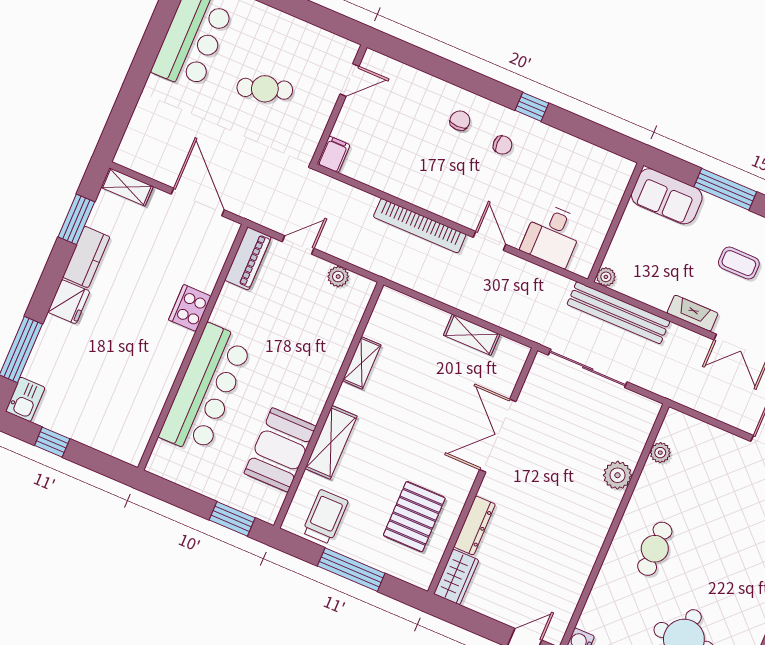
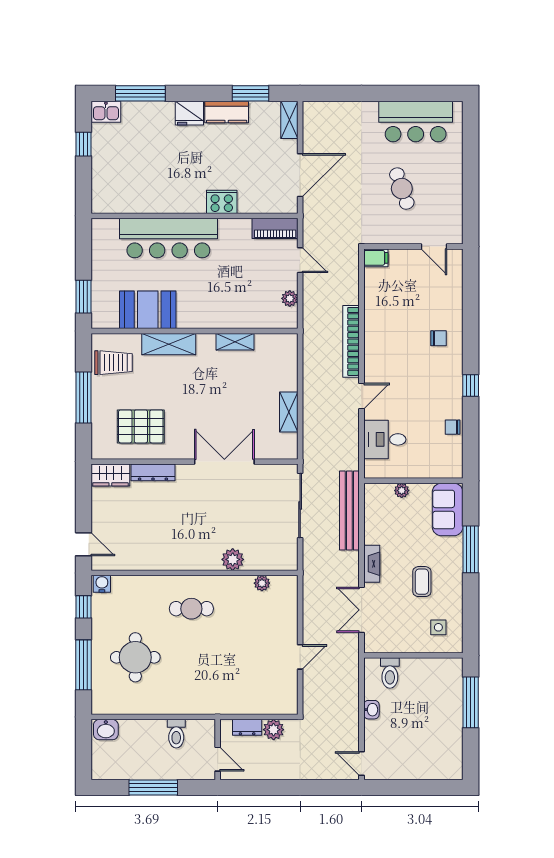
chair: (503, 145) -> (453, 427), moved, turned 90
plant: (606, 277) -> (402, 491), moved

